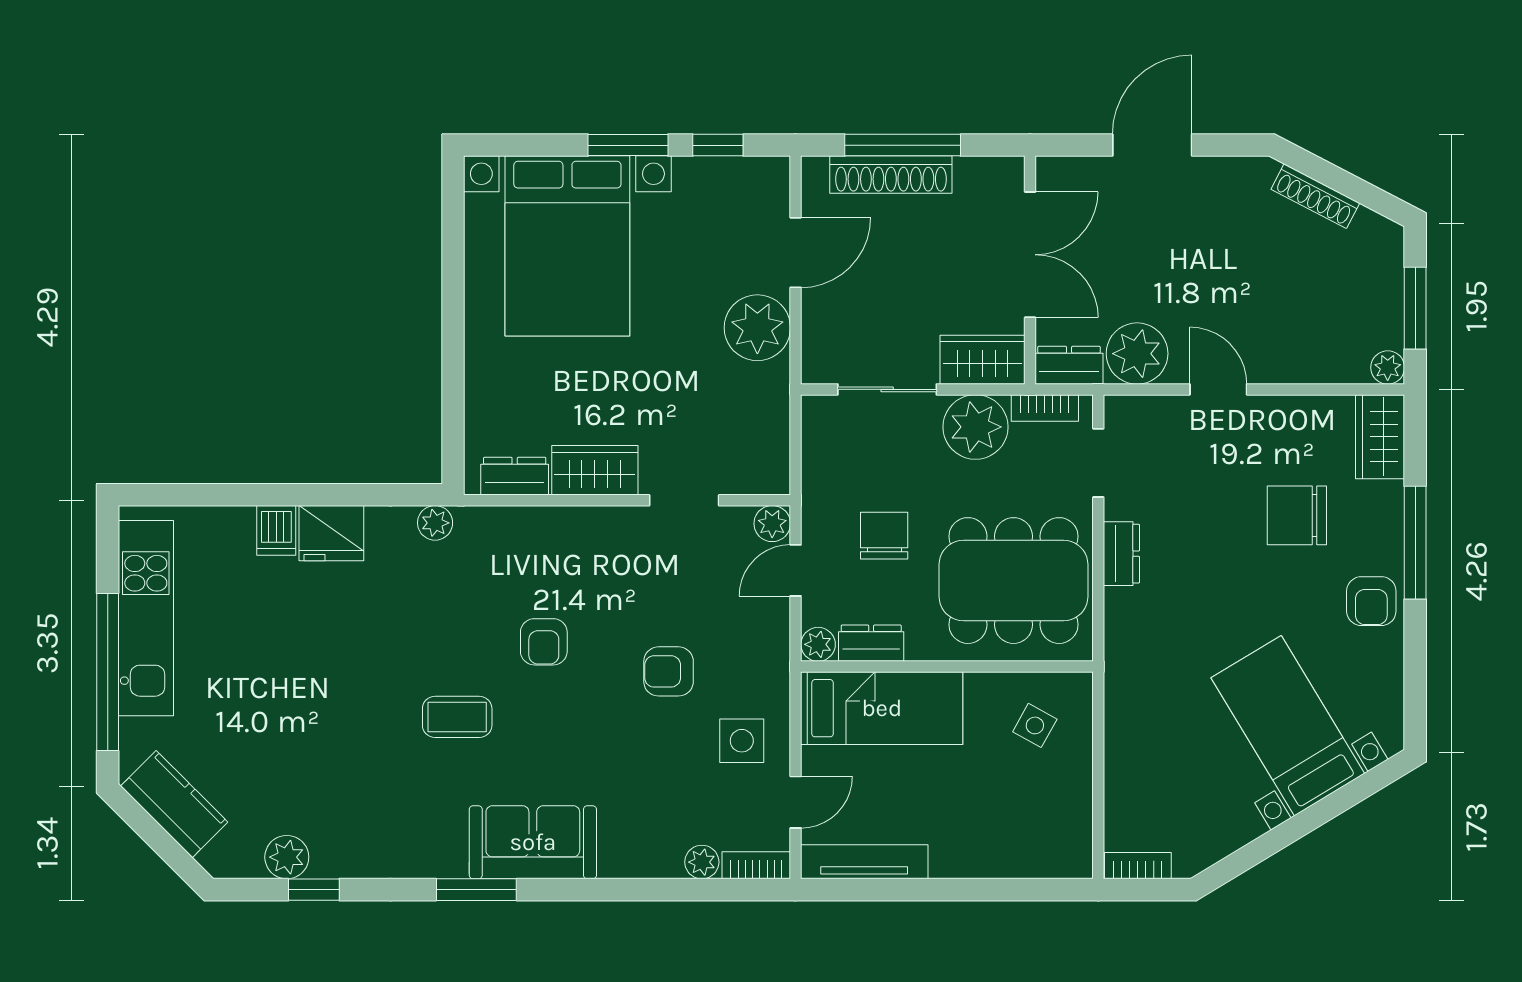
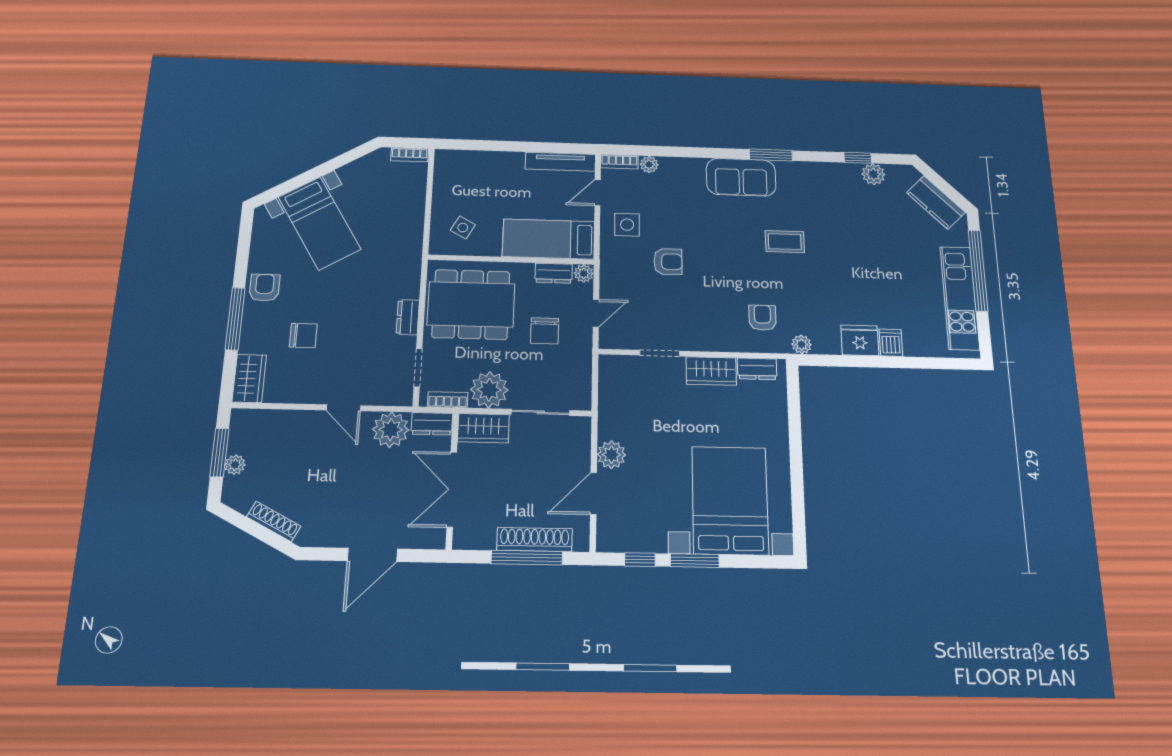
plant: (757, 328) -> (611, 455), width x0.73, depth x0.73
plant: (1388, 368) -> (235, 465), moved
chair: (1297, 515) -> (303, 336), width x0.73, depth x0.73
plant: (772, 524) -> (609, 339), removed
armchair: (544, 642) -> (762, 318), moved

